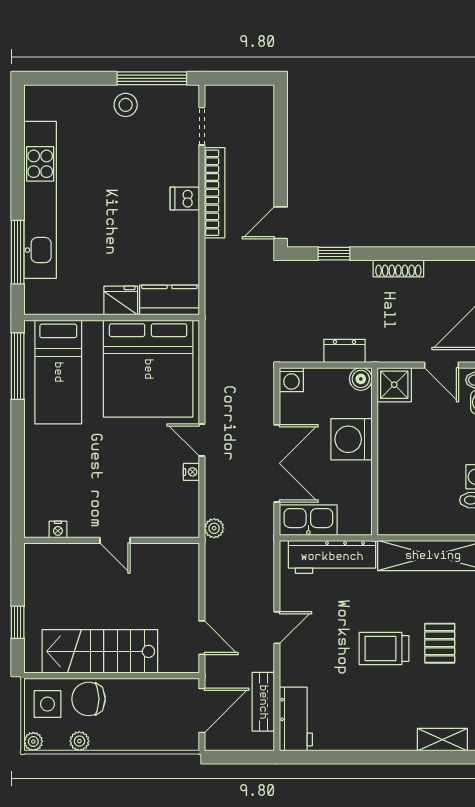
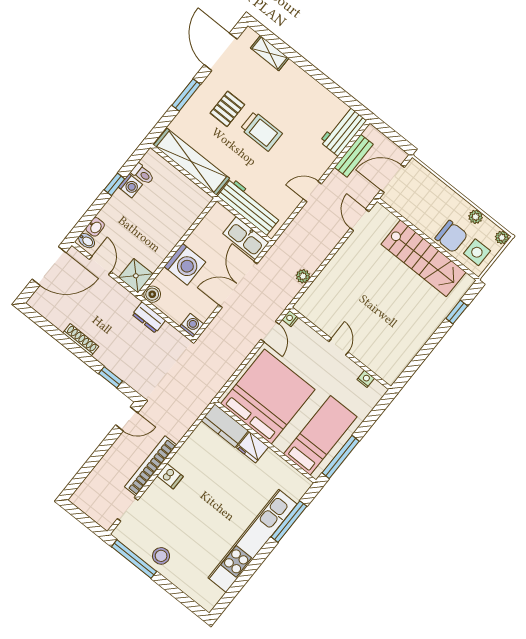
nightstand: (58, 530) -> (366, 379), moved
wall: (112, 540) -> (340, 348), moved
door: (115, 540) -> (338, 347), moved

